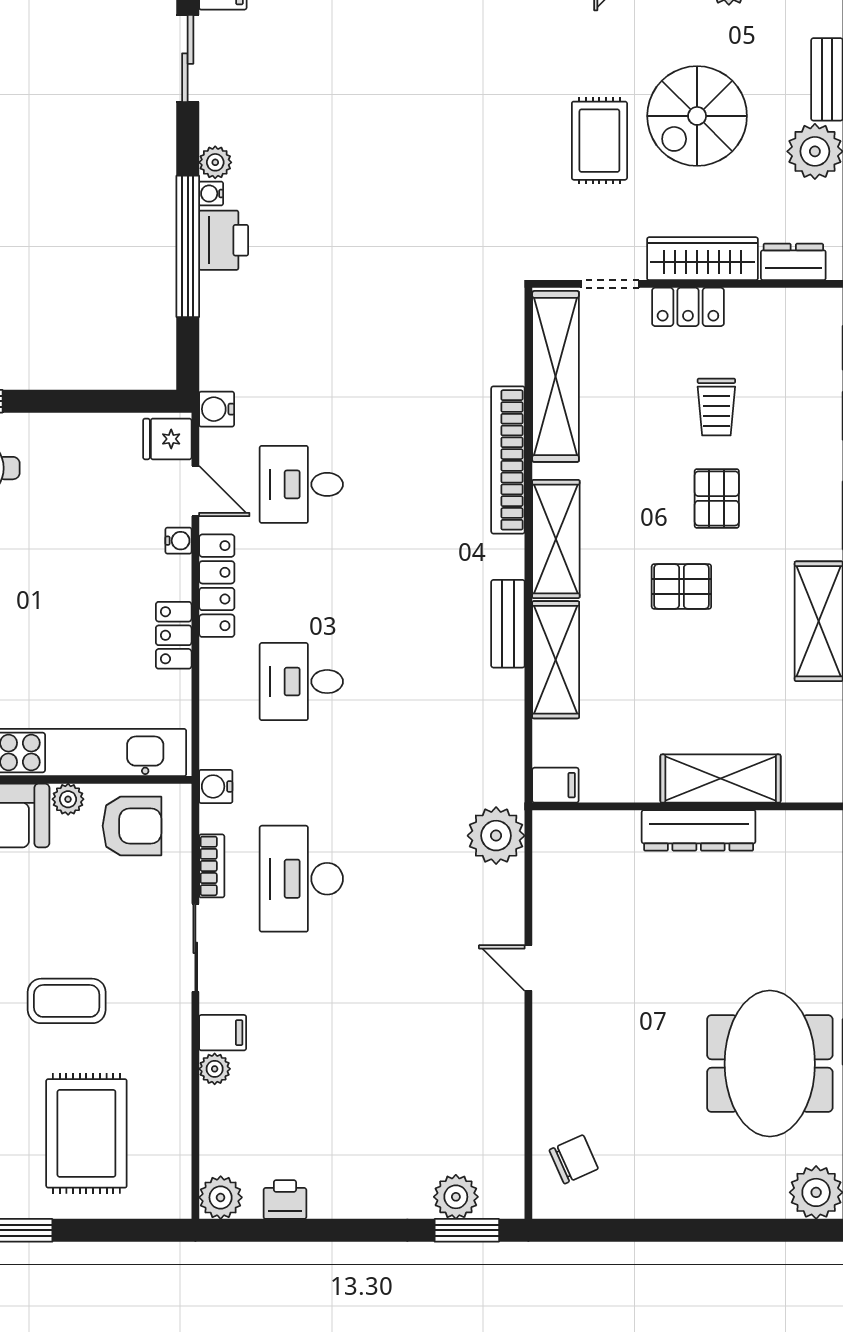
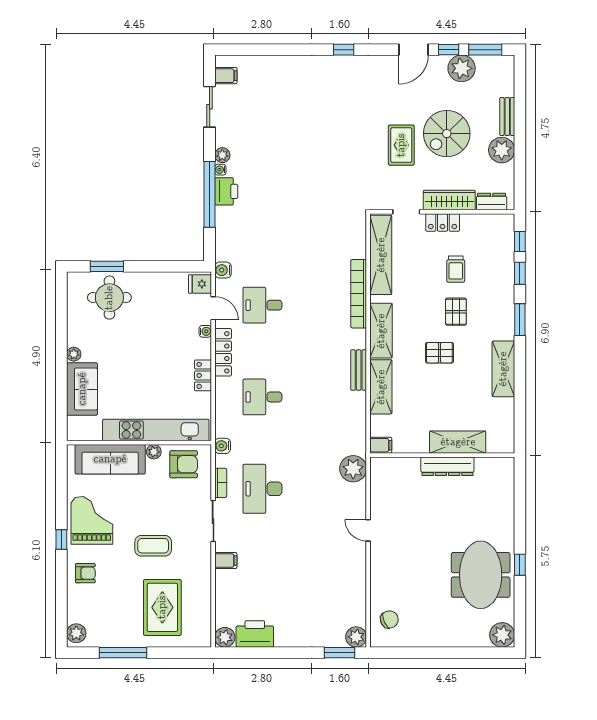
plant: (215, 1069) -> (222, 577), removed
plant: (456, 1197) -> (356, 637), moved
printer: (285, 1200) -> (255, 634), width x1.87, depth x1.48

